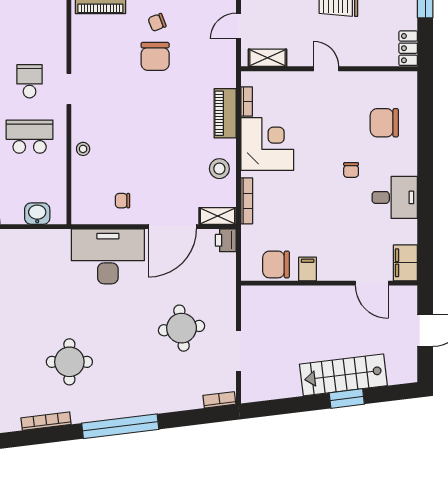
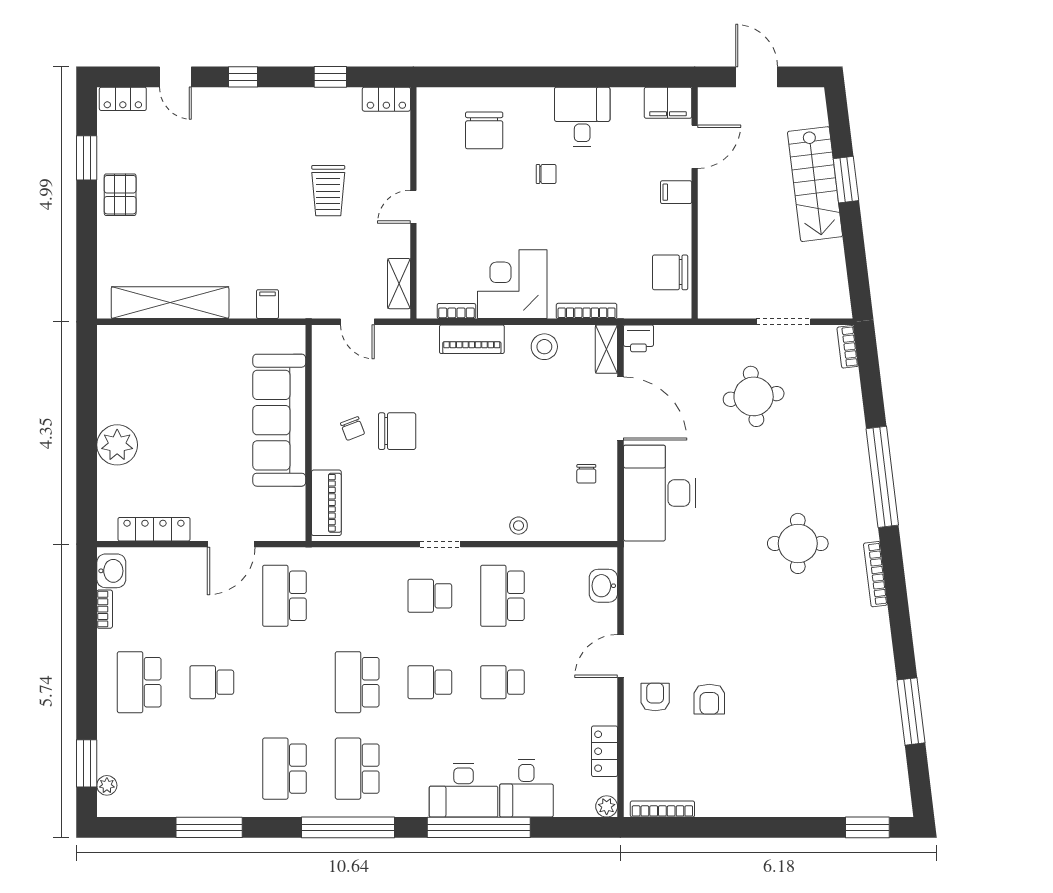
chair: (276, 264) -> (670, 272), turned 90
filing cabinet: (308, 269) -> (676, 192), moved

